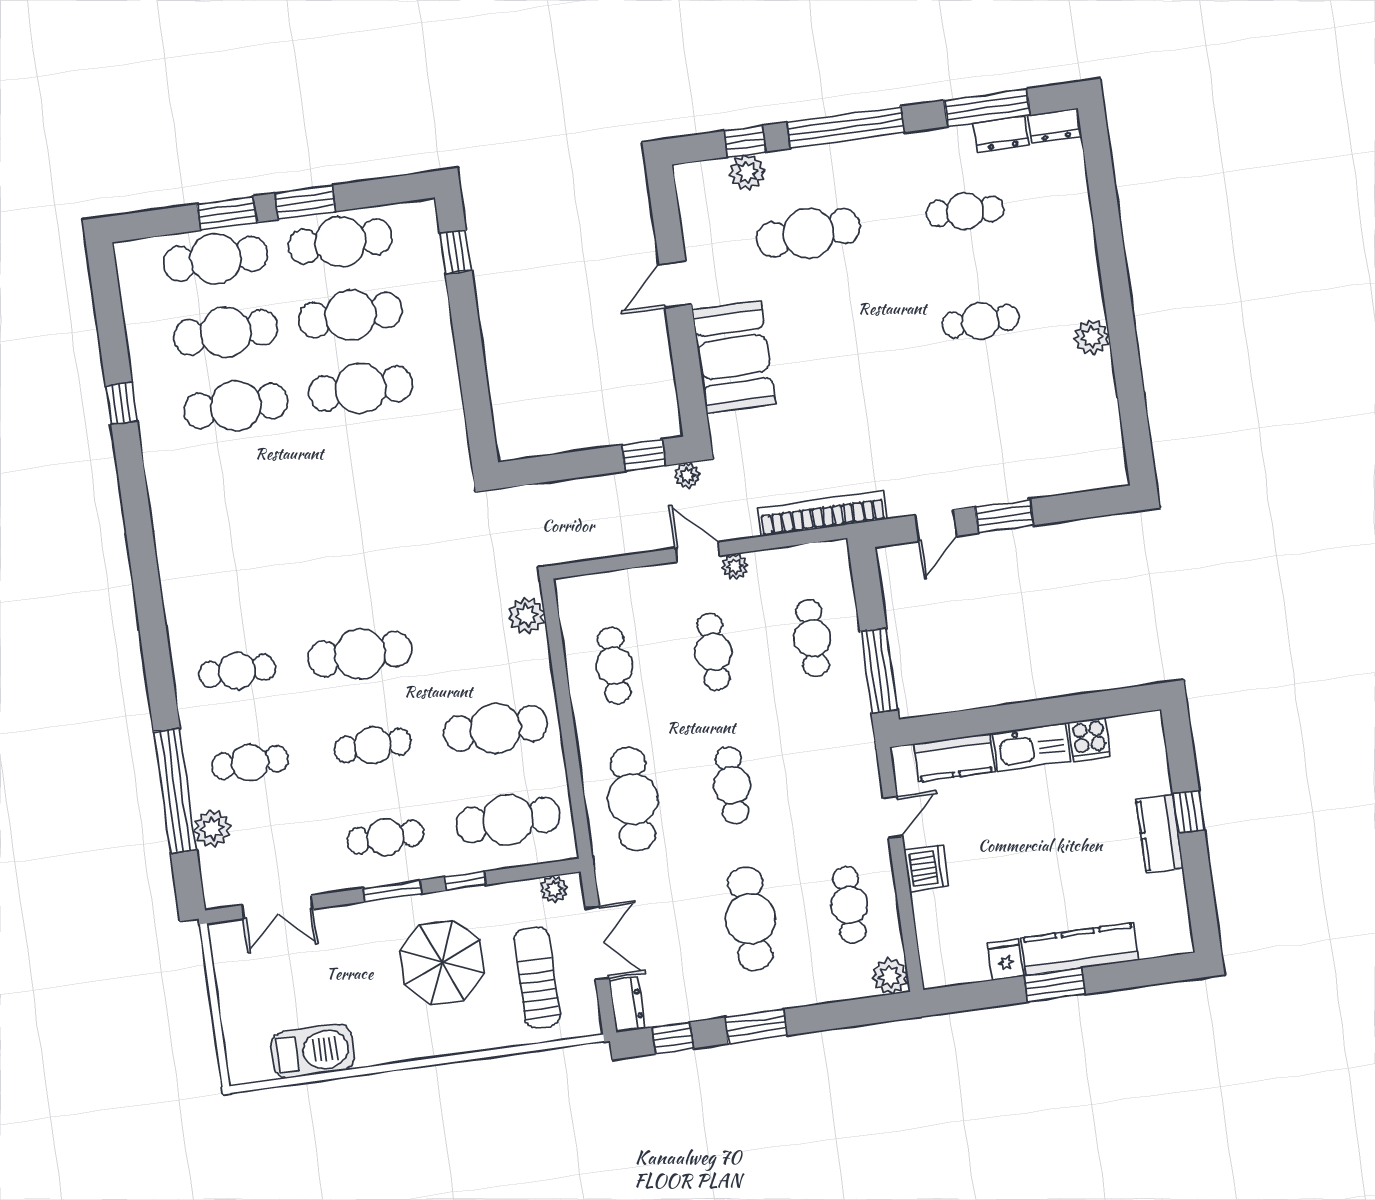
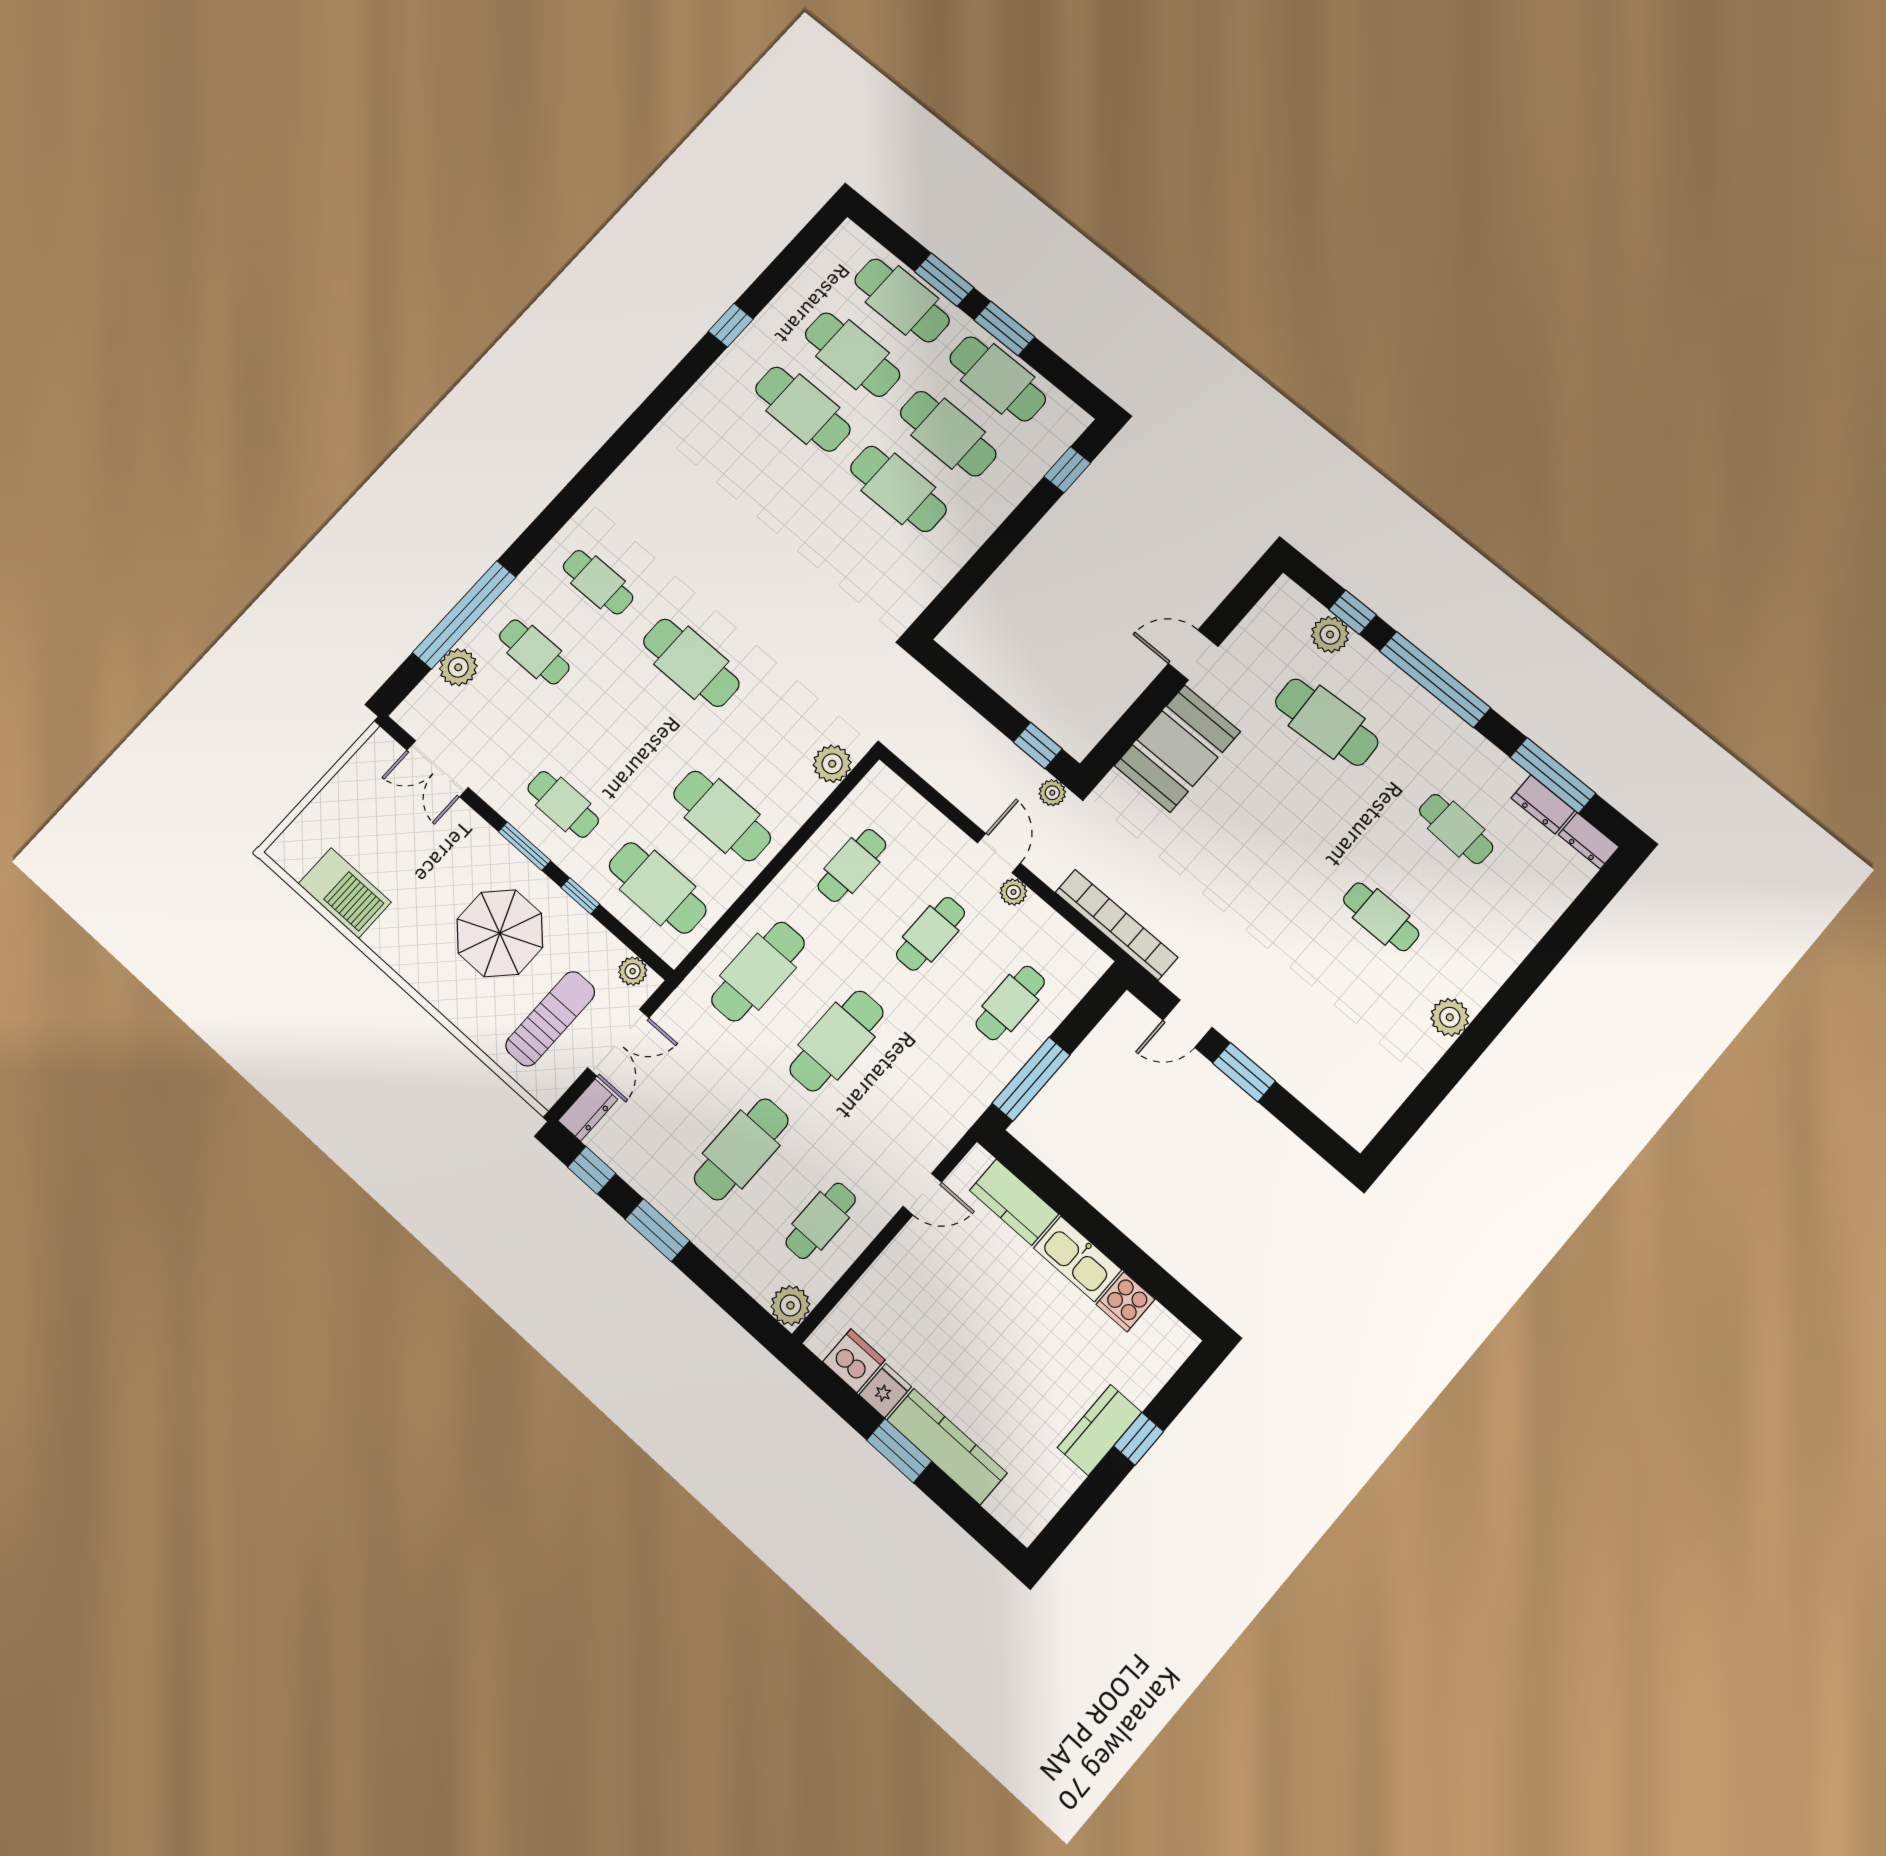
cafe table: (373, 745) -> (627, 733), removed
cafe table: (732, 785) -> (836, 1041), width x1.37, depth x1.35
dishwasher: (926, 868) -> (854, 1361), moved, turned -90

